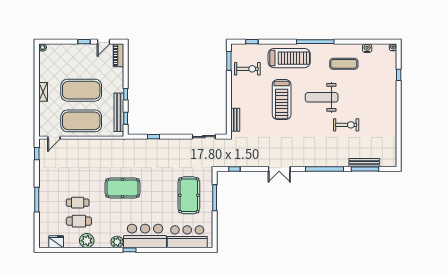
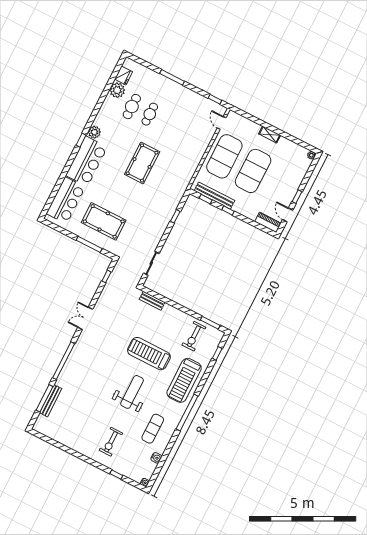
exercise bike: (346, 125) -> (111, 442), moved
plant: (87, 241) -> (117, 90), moved

